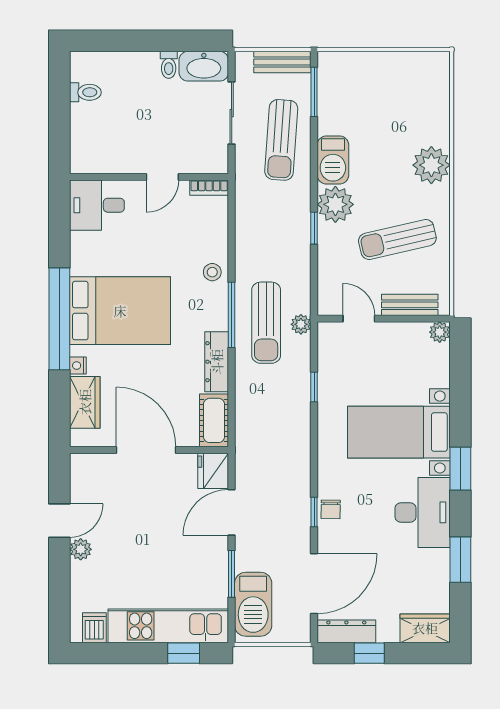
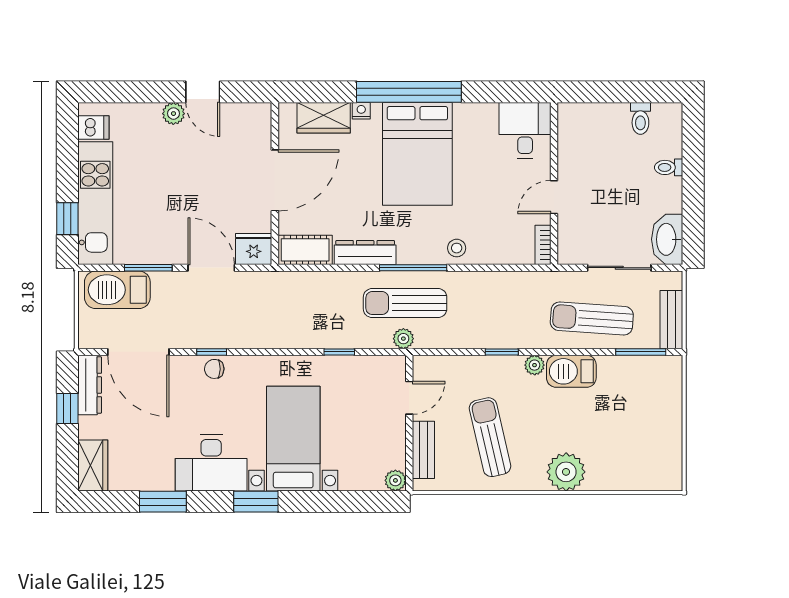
toilet: (169, 65) -> (669, 167), moved
door: (162, 177) -> (554, 197), hinge flipped
plant: (335, 204) -> (535, 365), width x0.53, depth x0.53

